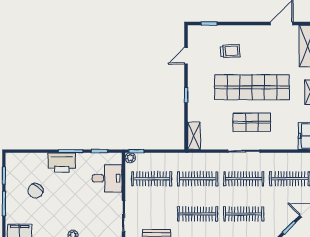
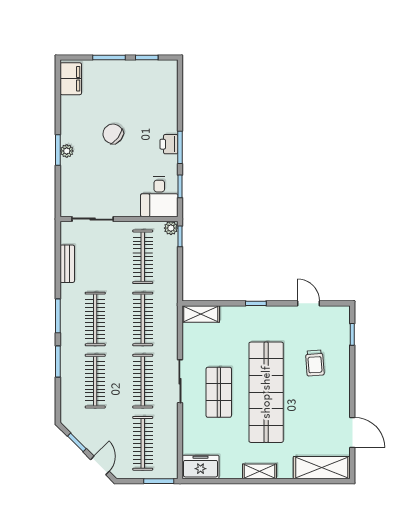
printer: (62, 162) -> (169, 144), width x0.53, depth x0.68
desk: (107, 178) -> (159, 197), moved
chair: (35, 191) -> (113, 134), moved

